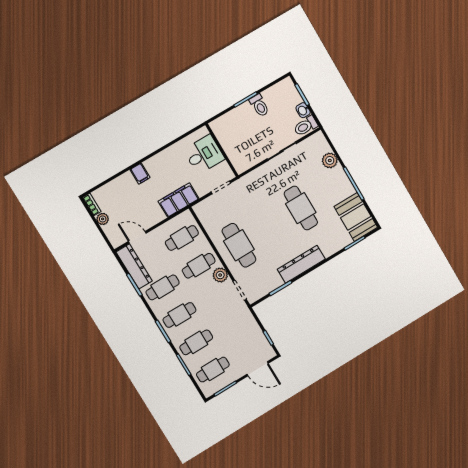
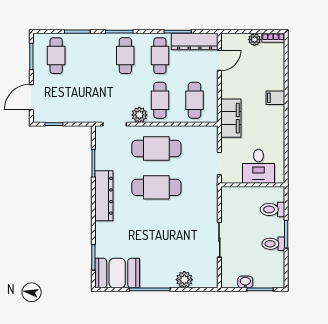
toilet: (306, 126) -> (272, 209), moved, turned -90
cafe table: (301, 208) -> (156, 187), moved
cafe table: (196, 342) -> (91, 56), removed

